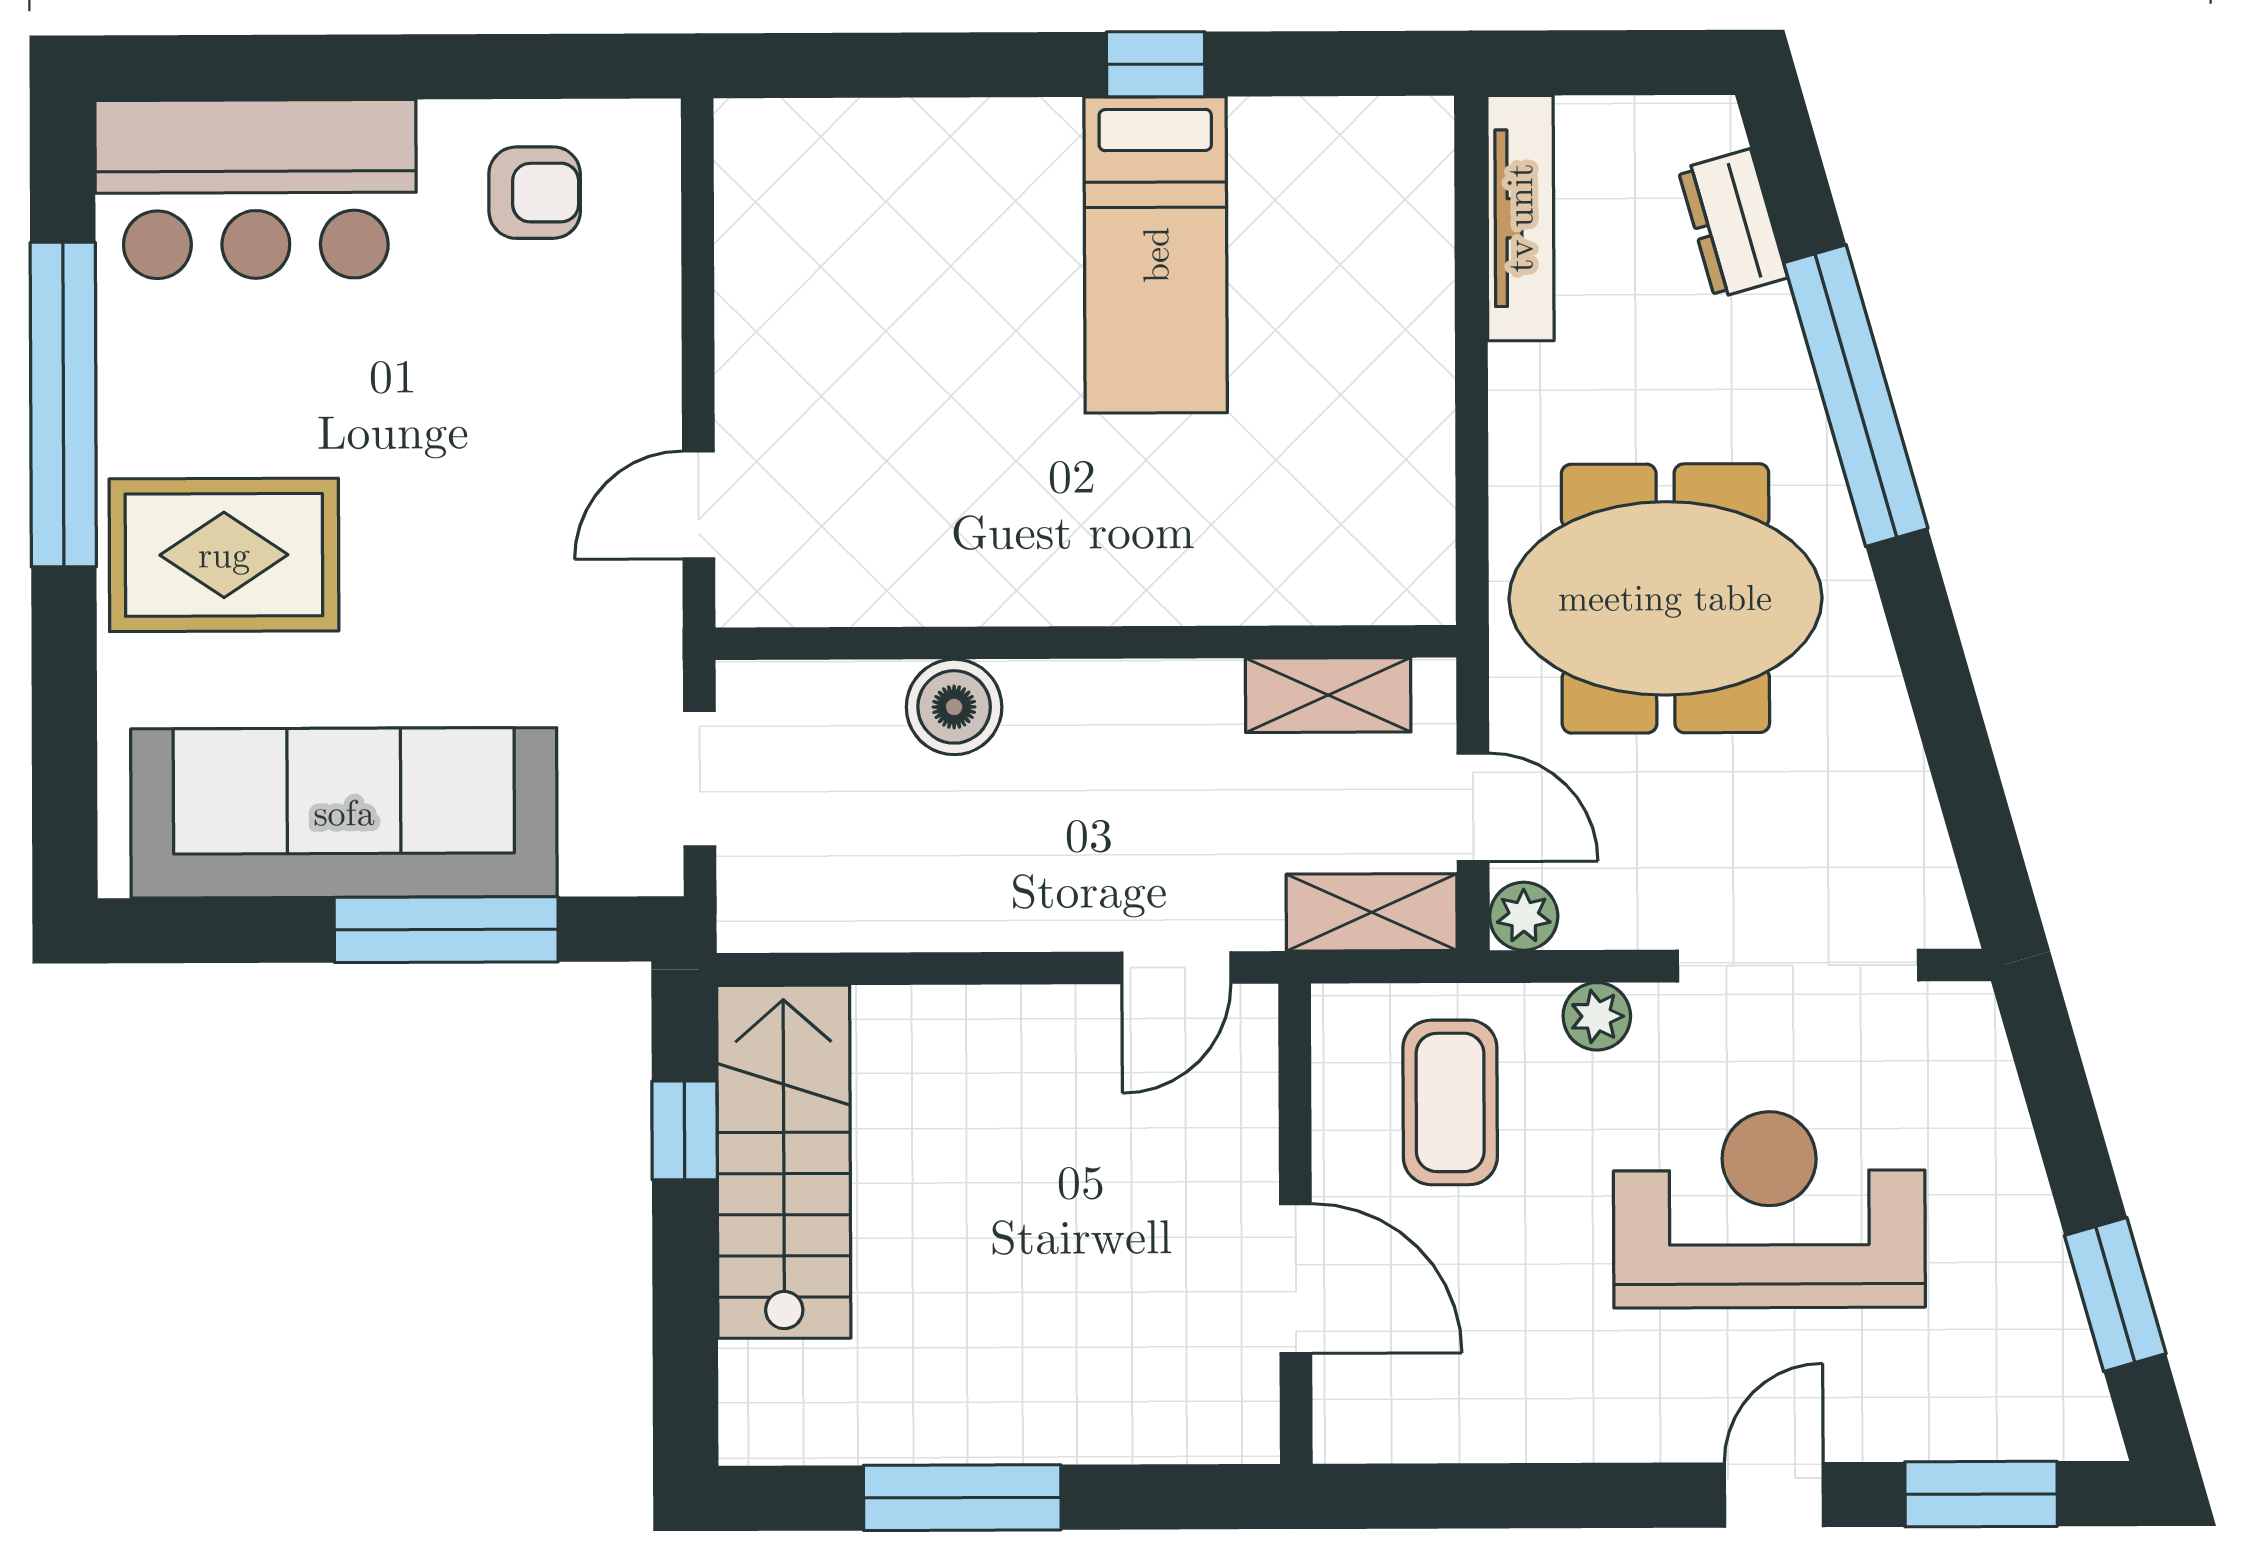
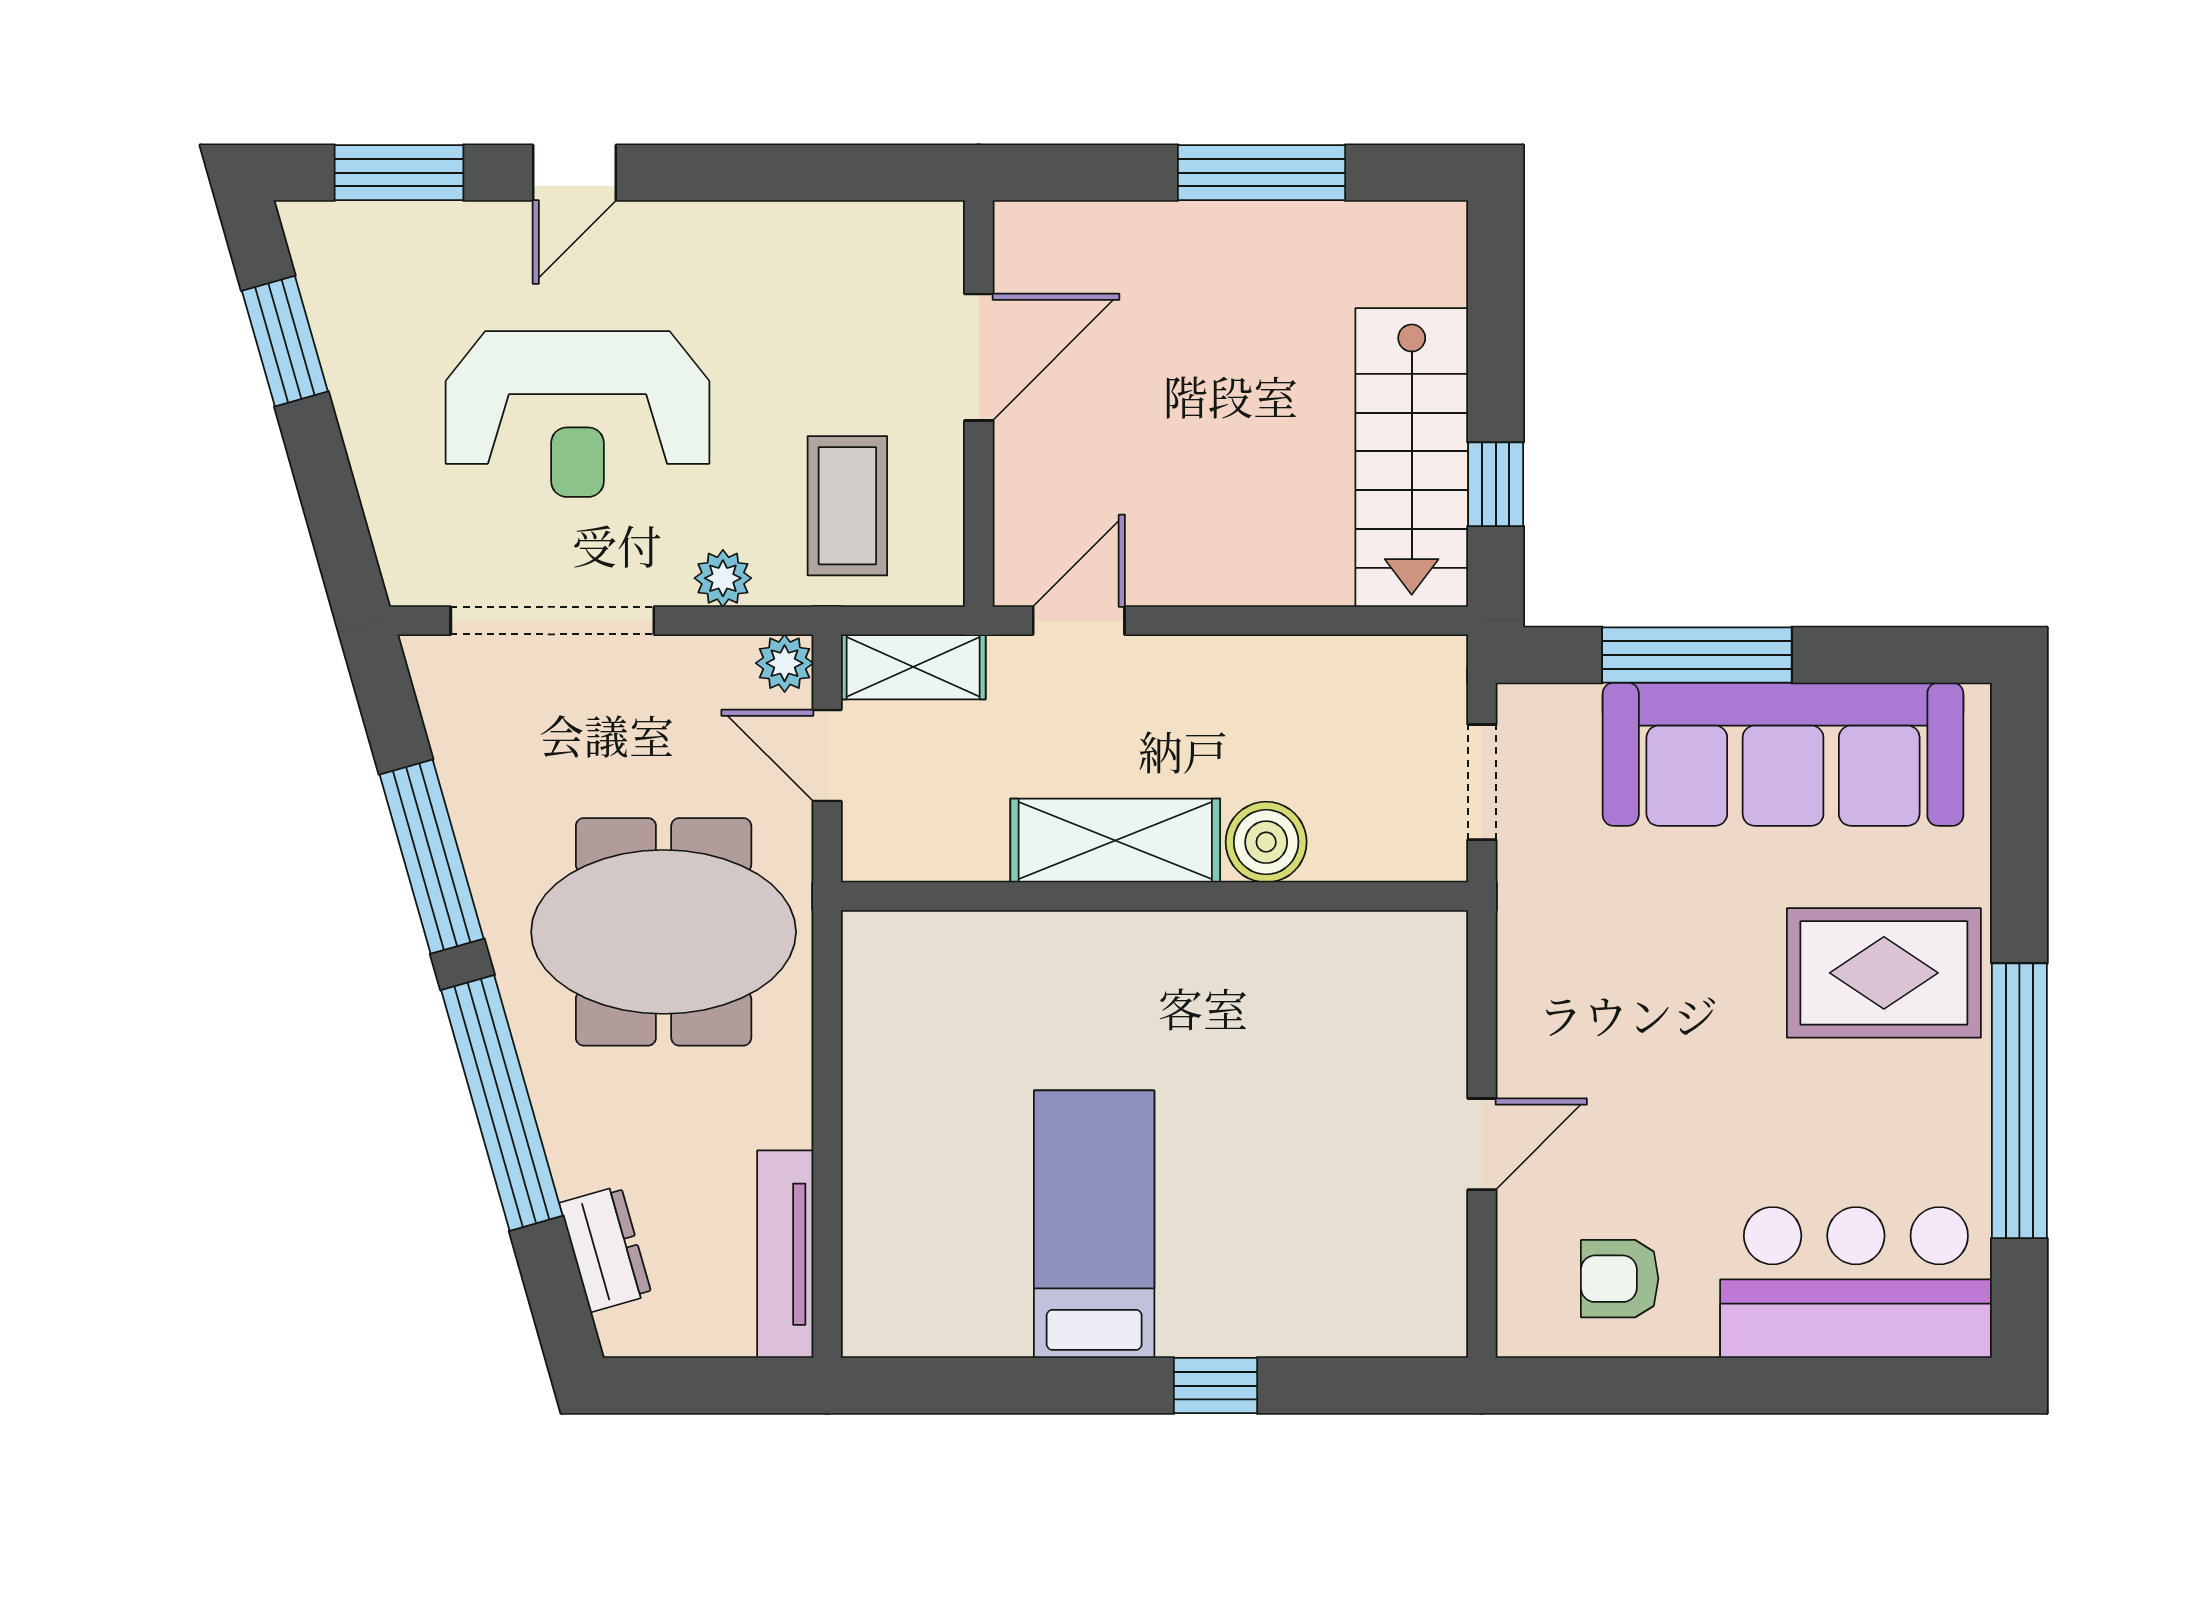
window: (1156, 64) -> (1216, 1386), moved
door: (699, 505) -> (1482, 1144), moved
window: (1940, 686) -> (432, 857), added
shelving: (1328, 695) -> (1115, 841), moved, width x1.50, depth x1.33
door: (1296, 1279) -> (979, 357), swing flipped

